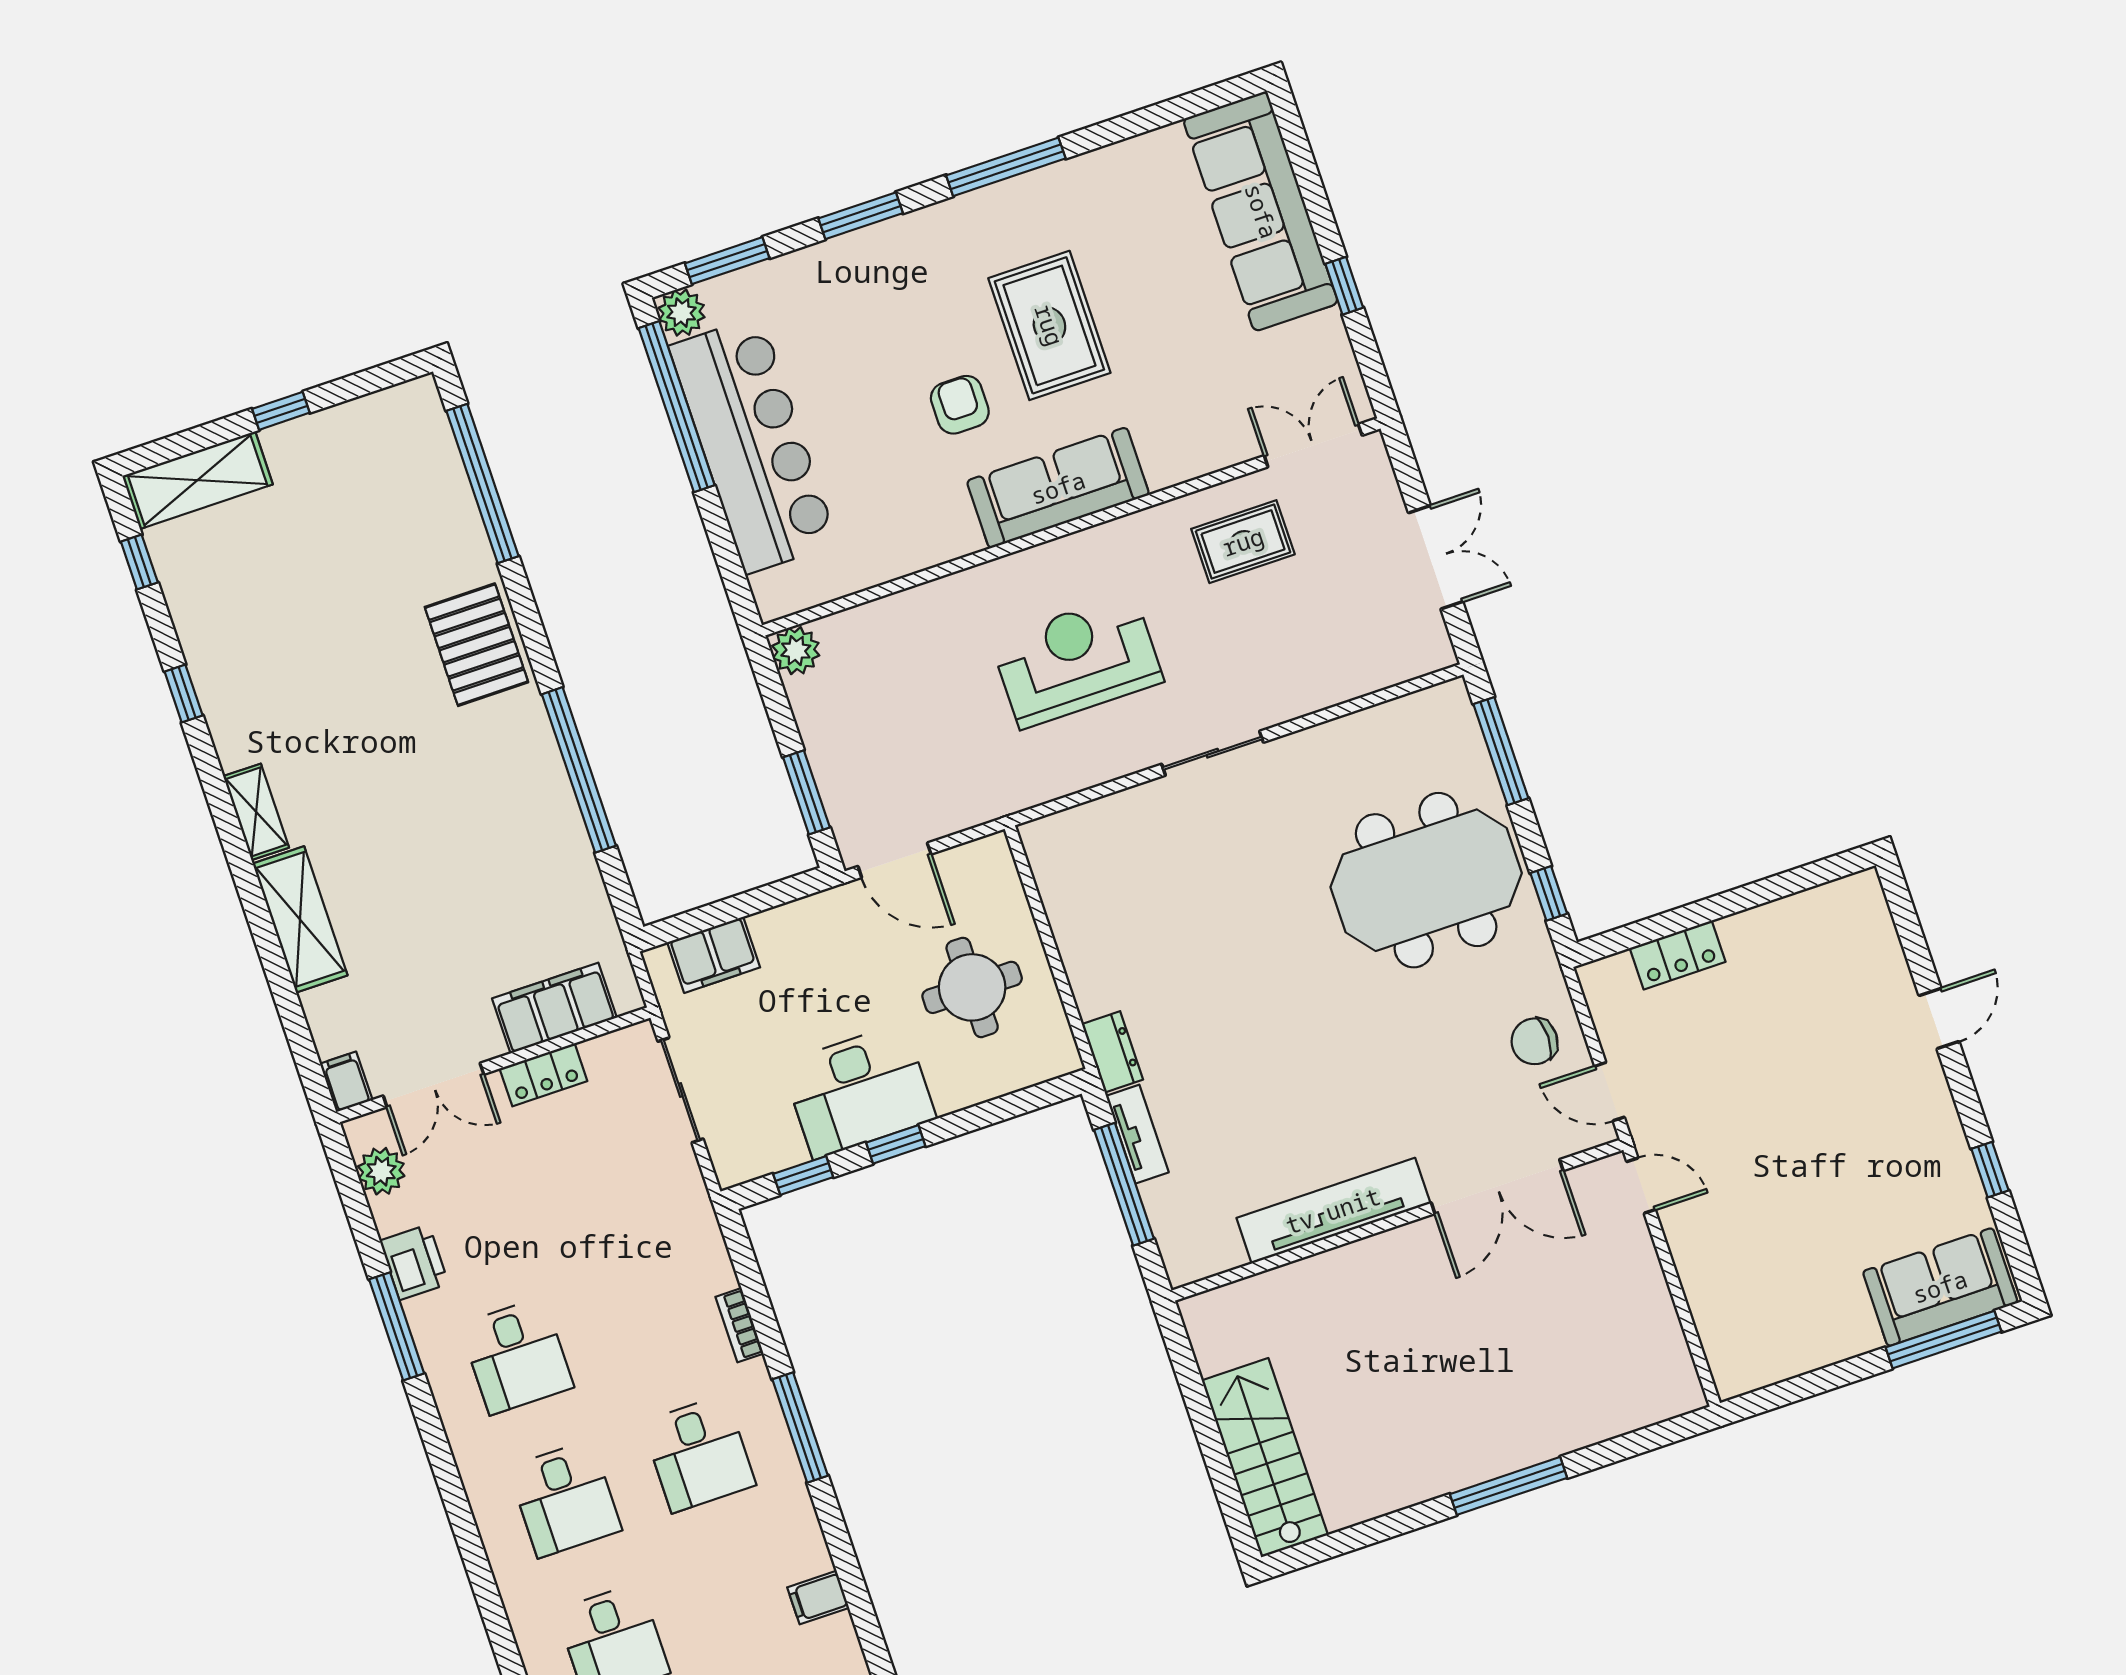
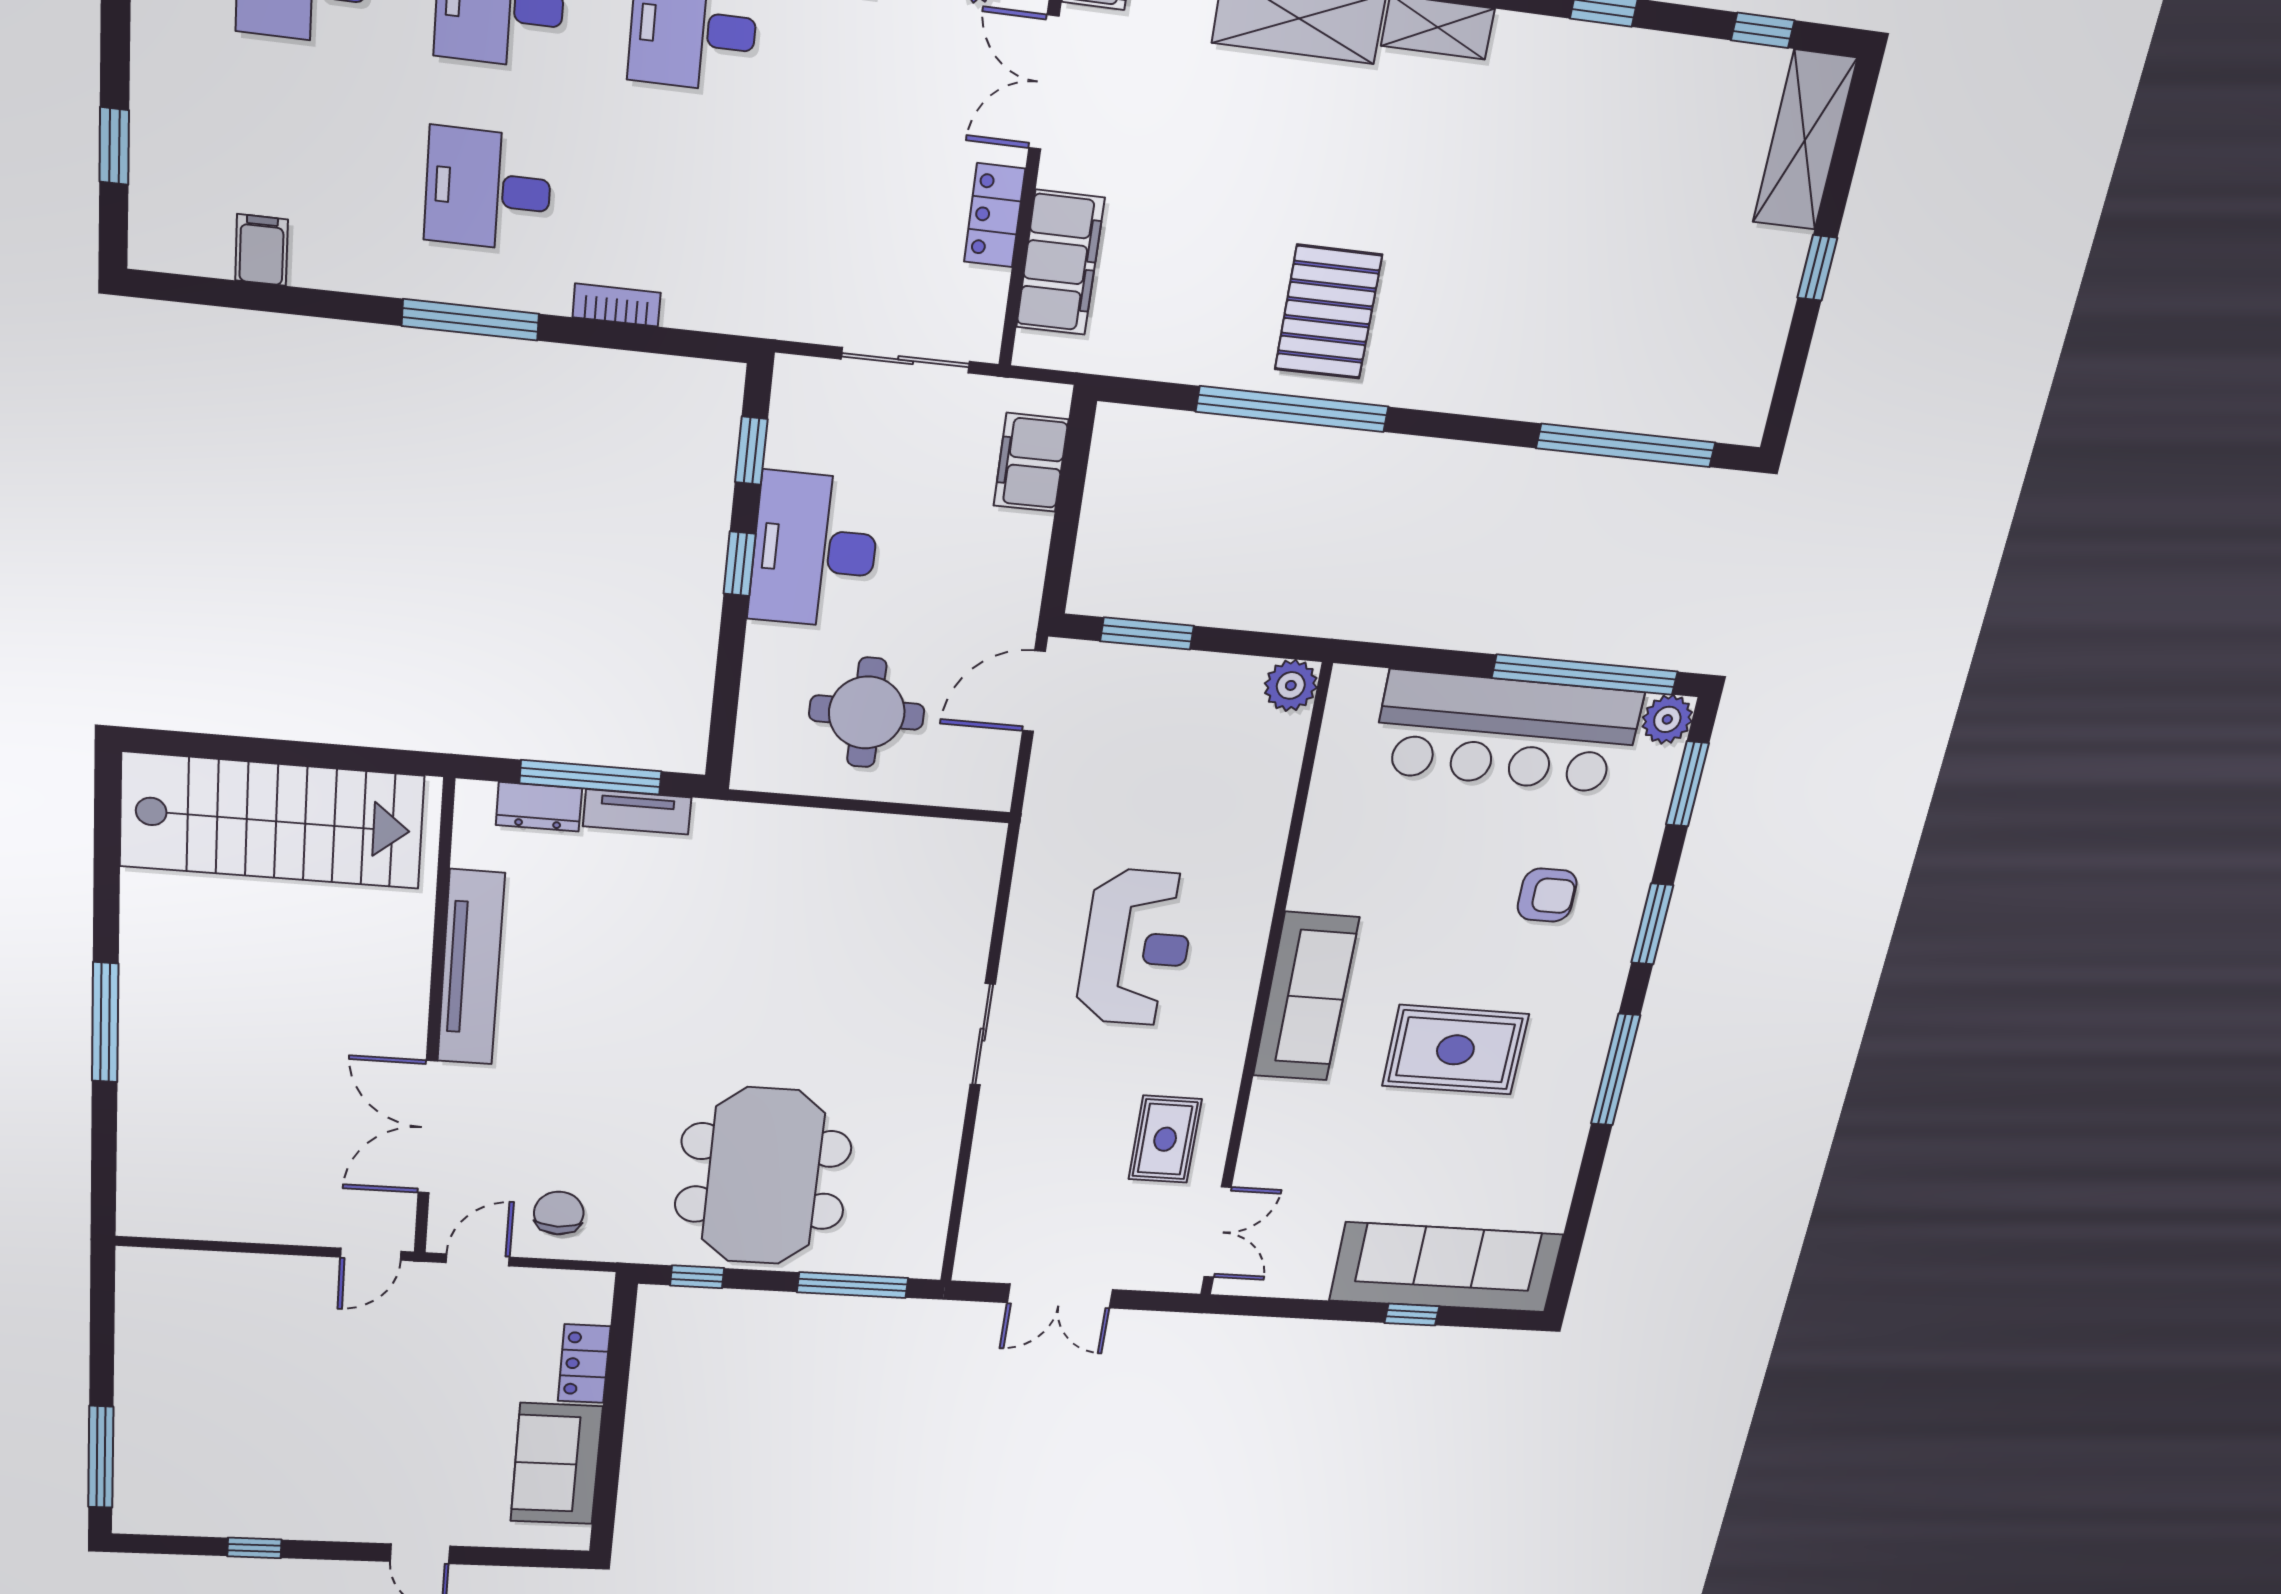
window: (1344, 286) -> (1412, 1315), moved
armchair: (960, 405) -> (1547, 895), moved
pallet: (476, 645) -> (1328, 312), moved, turned 90
dresser: (1112, 1052) -> (539, 807), moved
sofa: (1940, 1287) -> (556, 1464), moved, turned 180
stairs: (1265, 1458) -> (272, 821), width x1.36, depth x1.51

